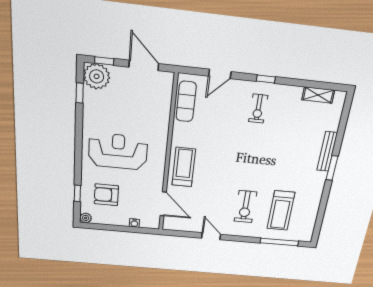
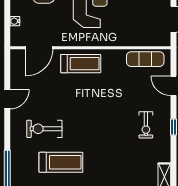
exercise bike: (258, 109) -> (146, 125), turned -90
treadmill: (281, 211) -> (61, 162), moved, turned 180

